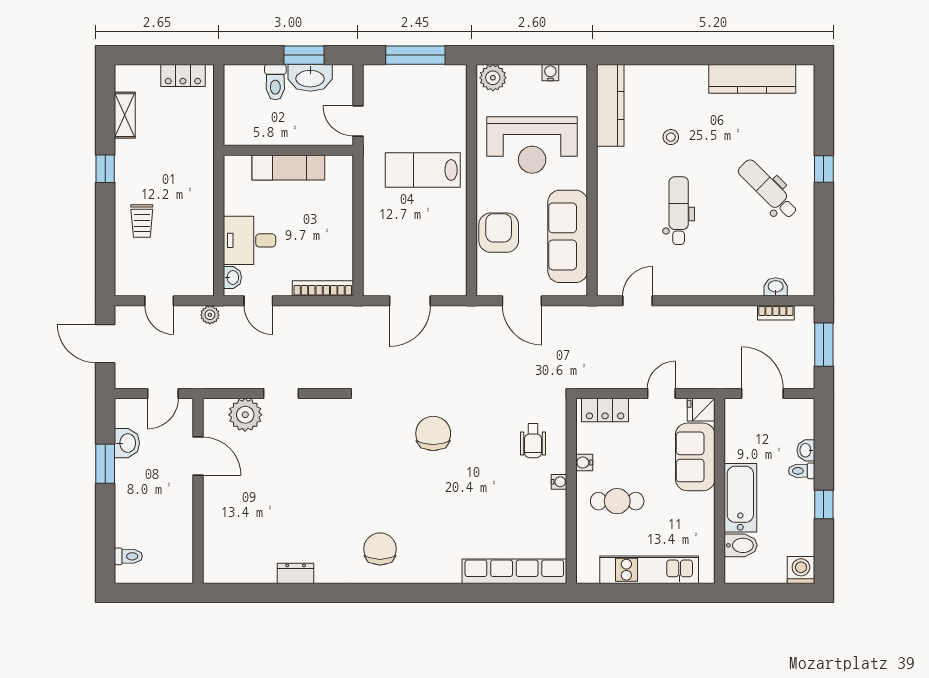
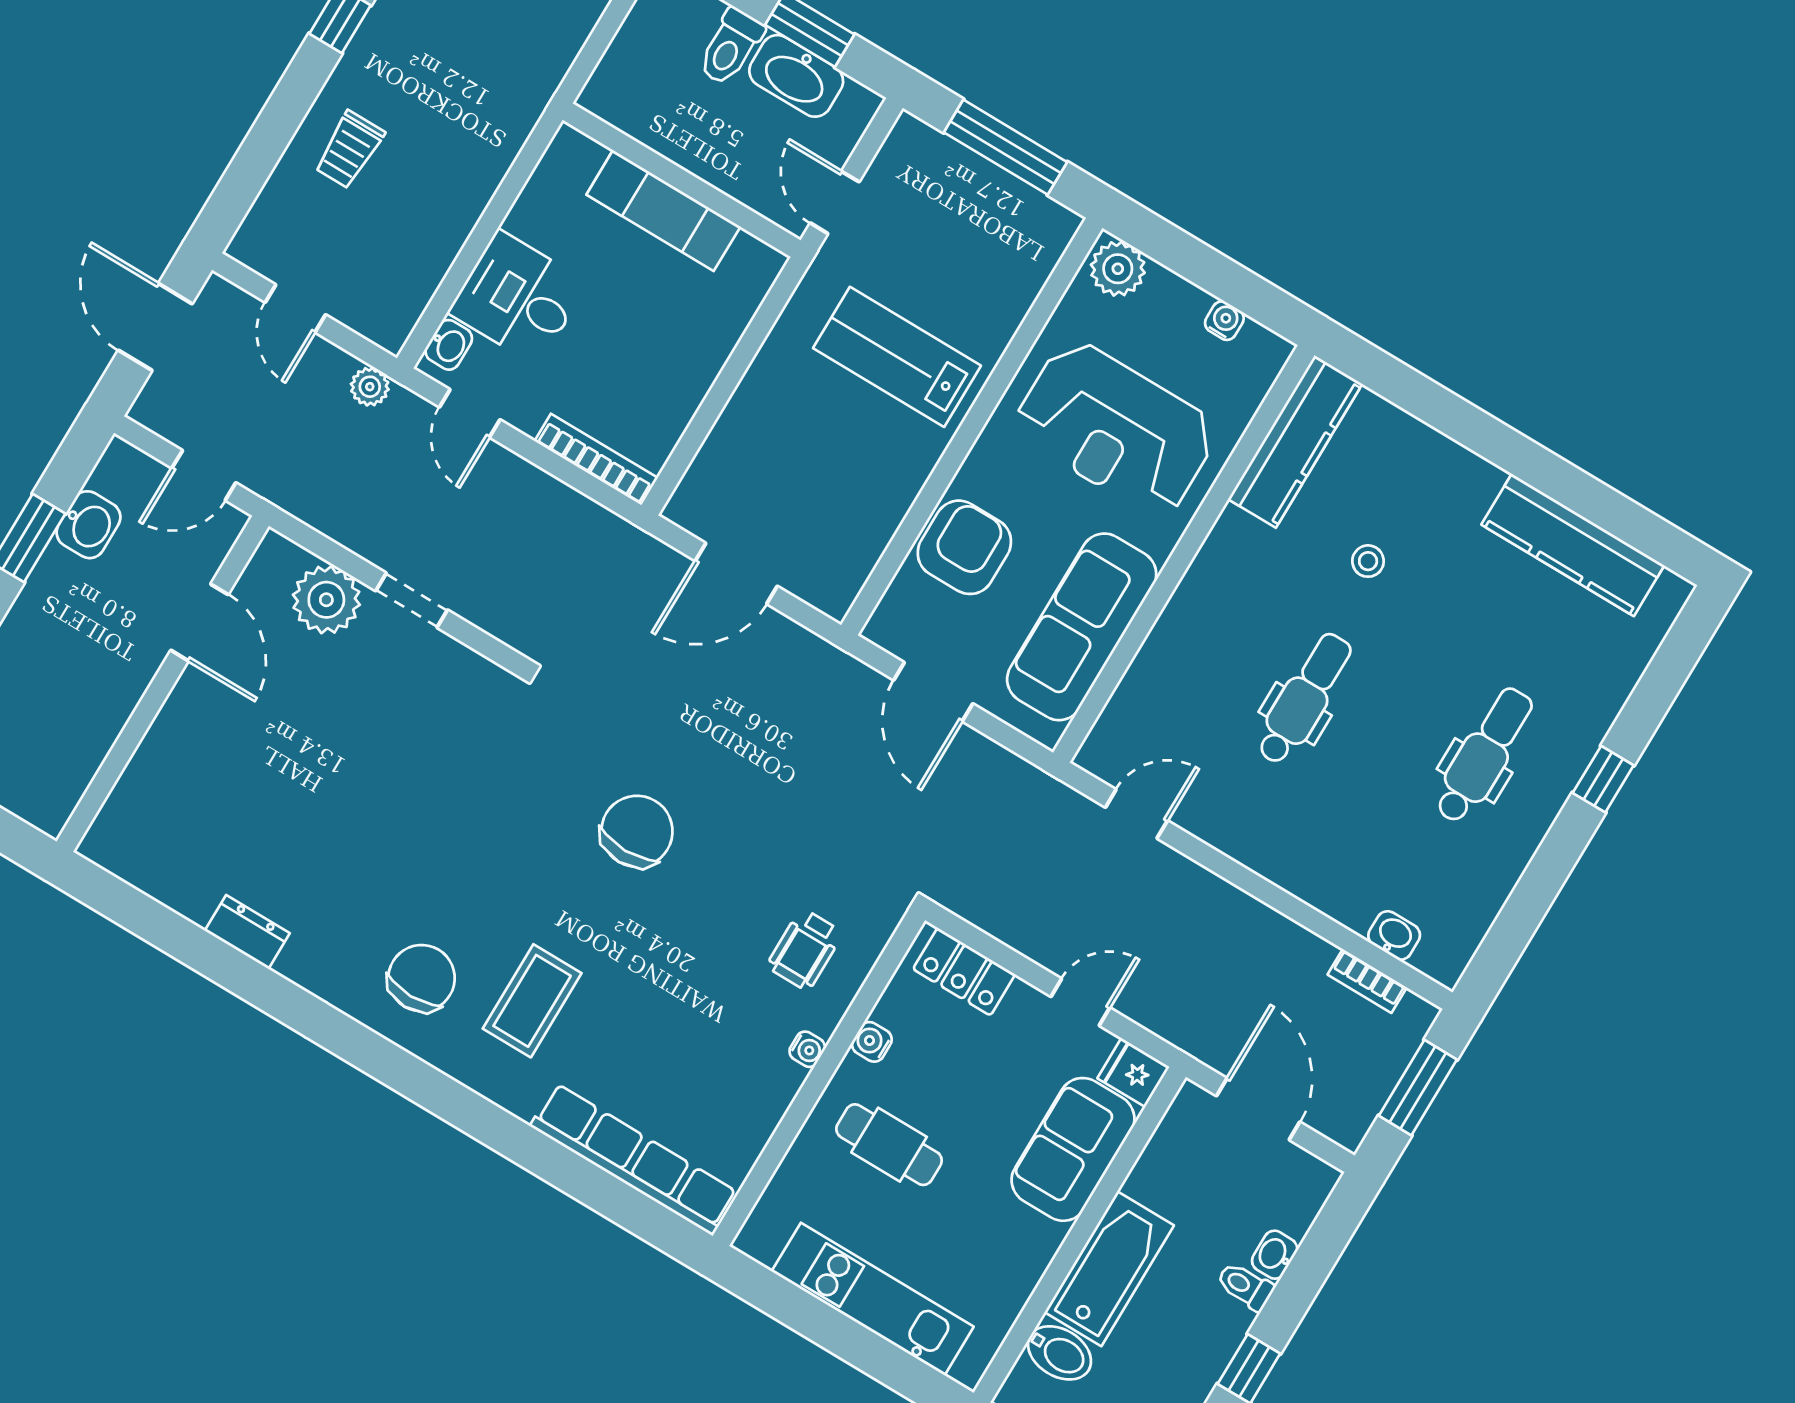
dental chair: (768, 189) -> (1484, 755), turned 45
coffee table: (432, 531) -> (532, 1001), added

